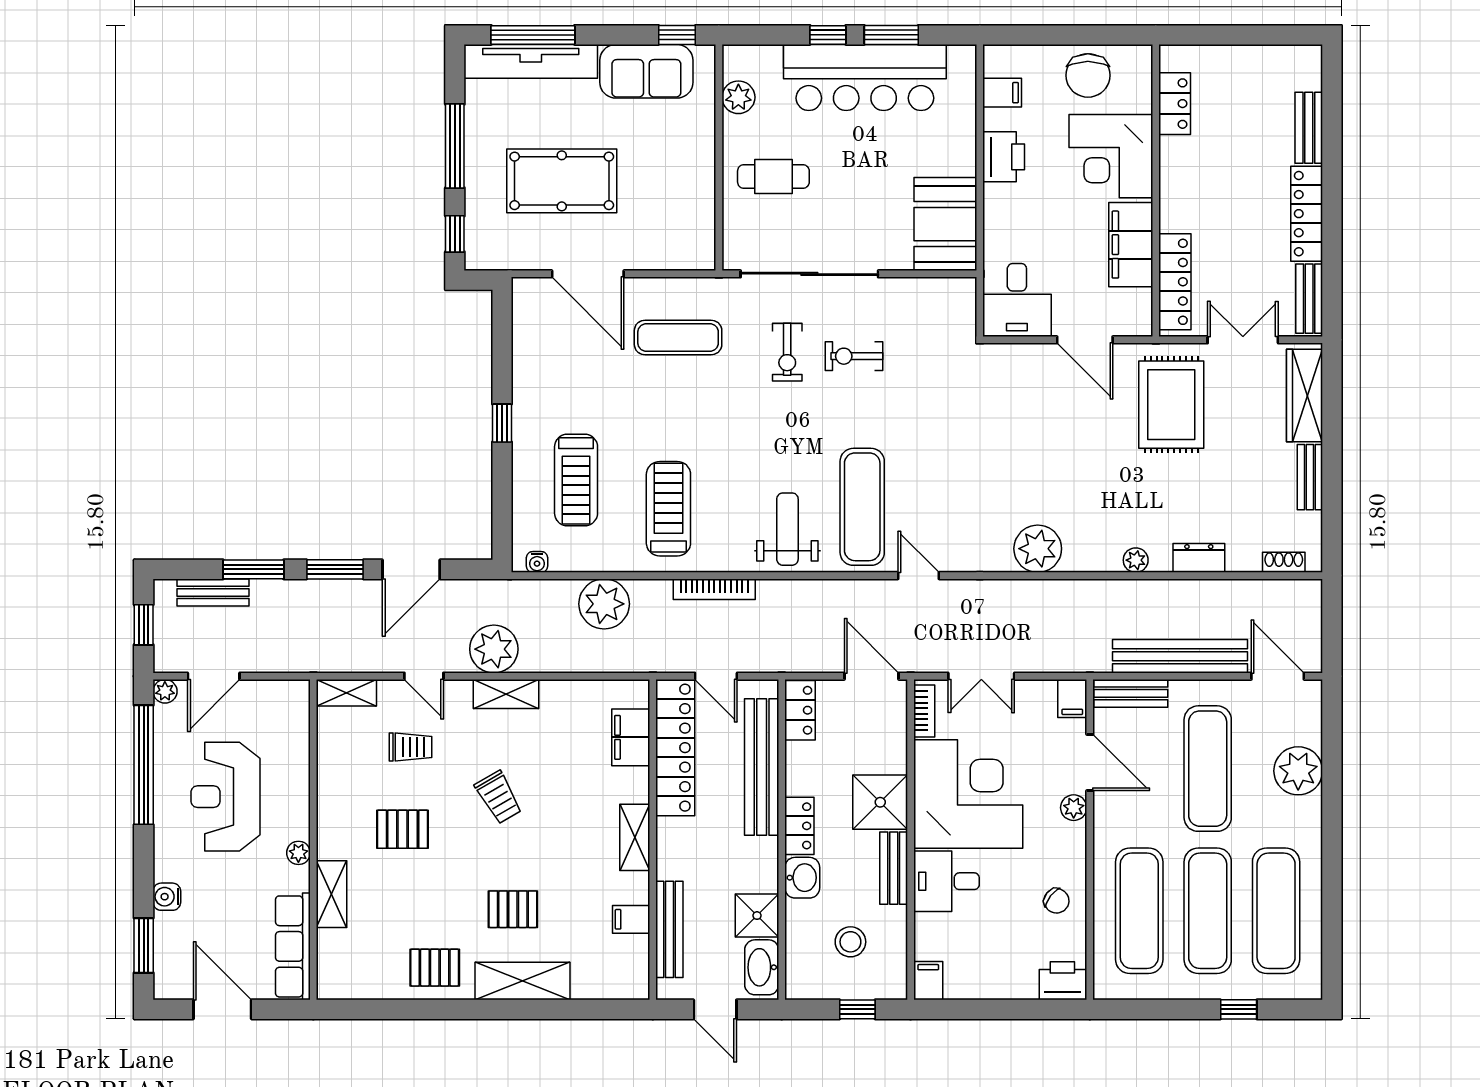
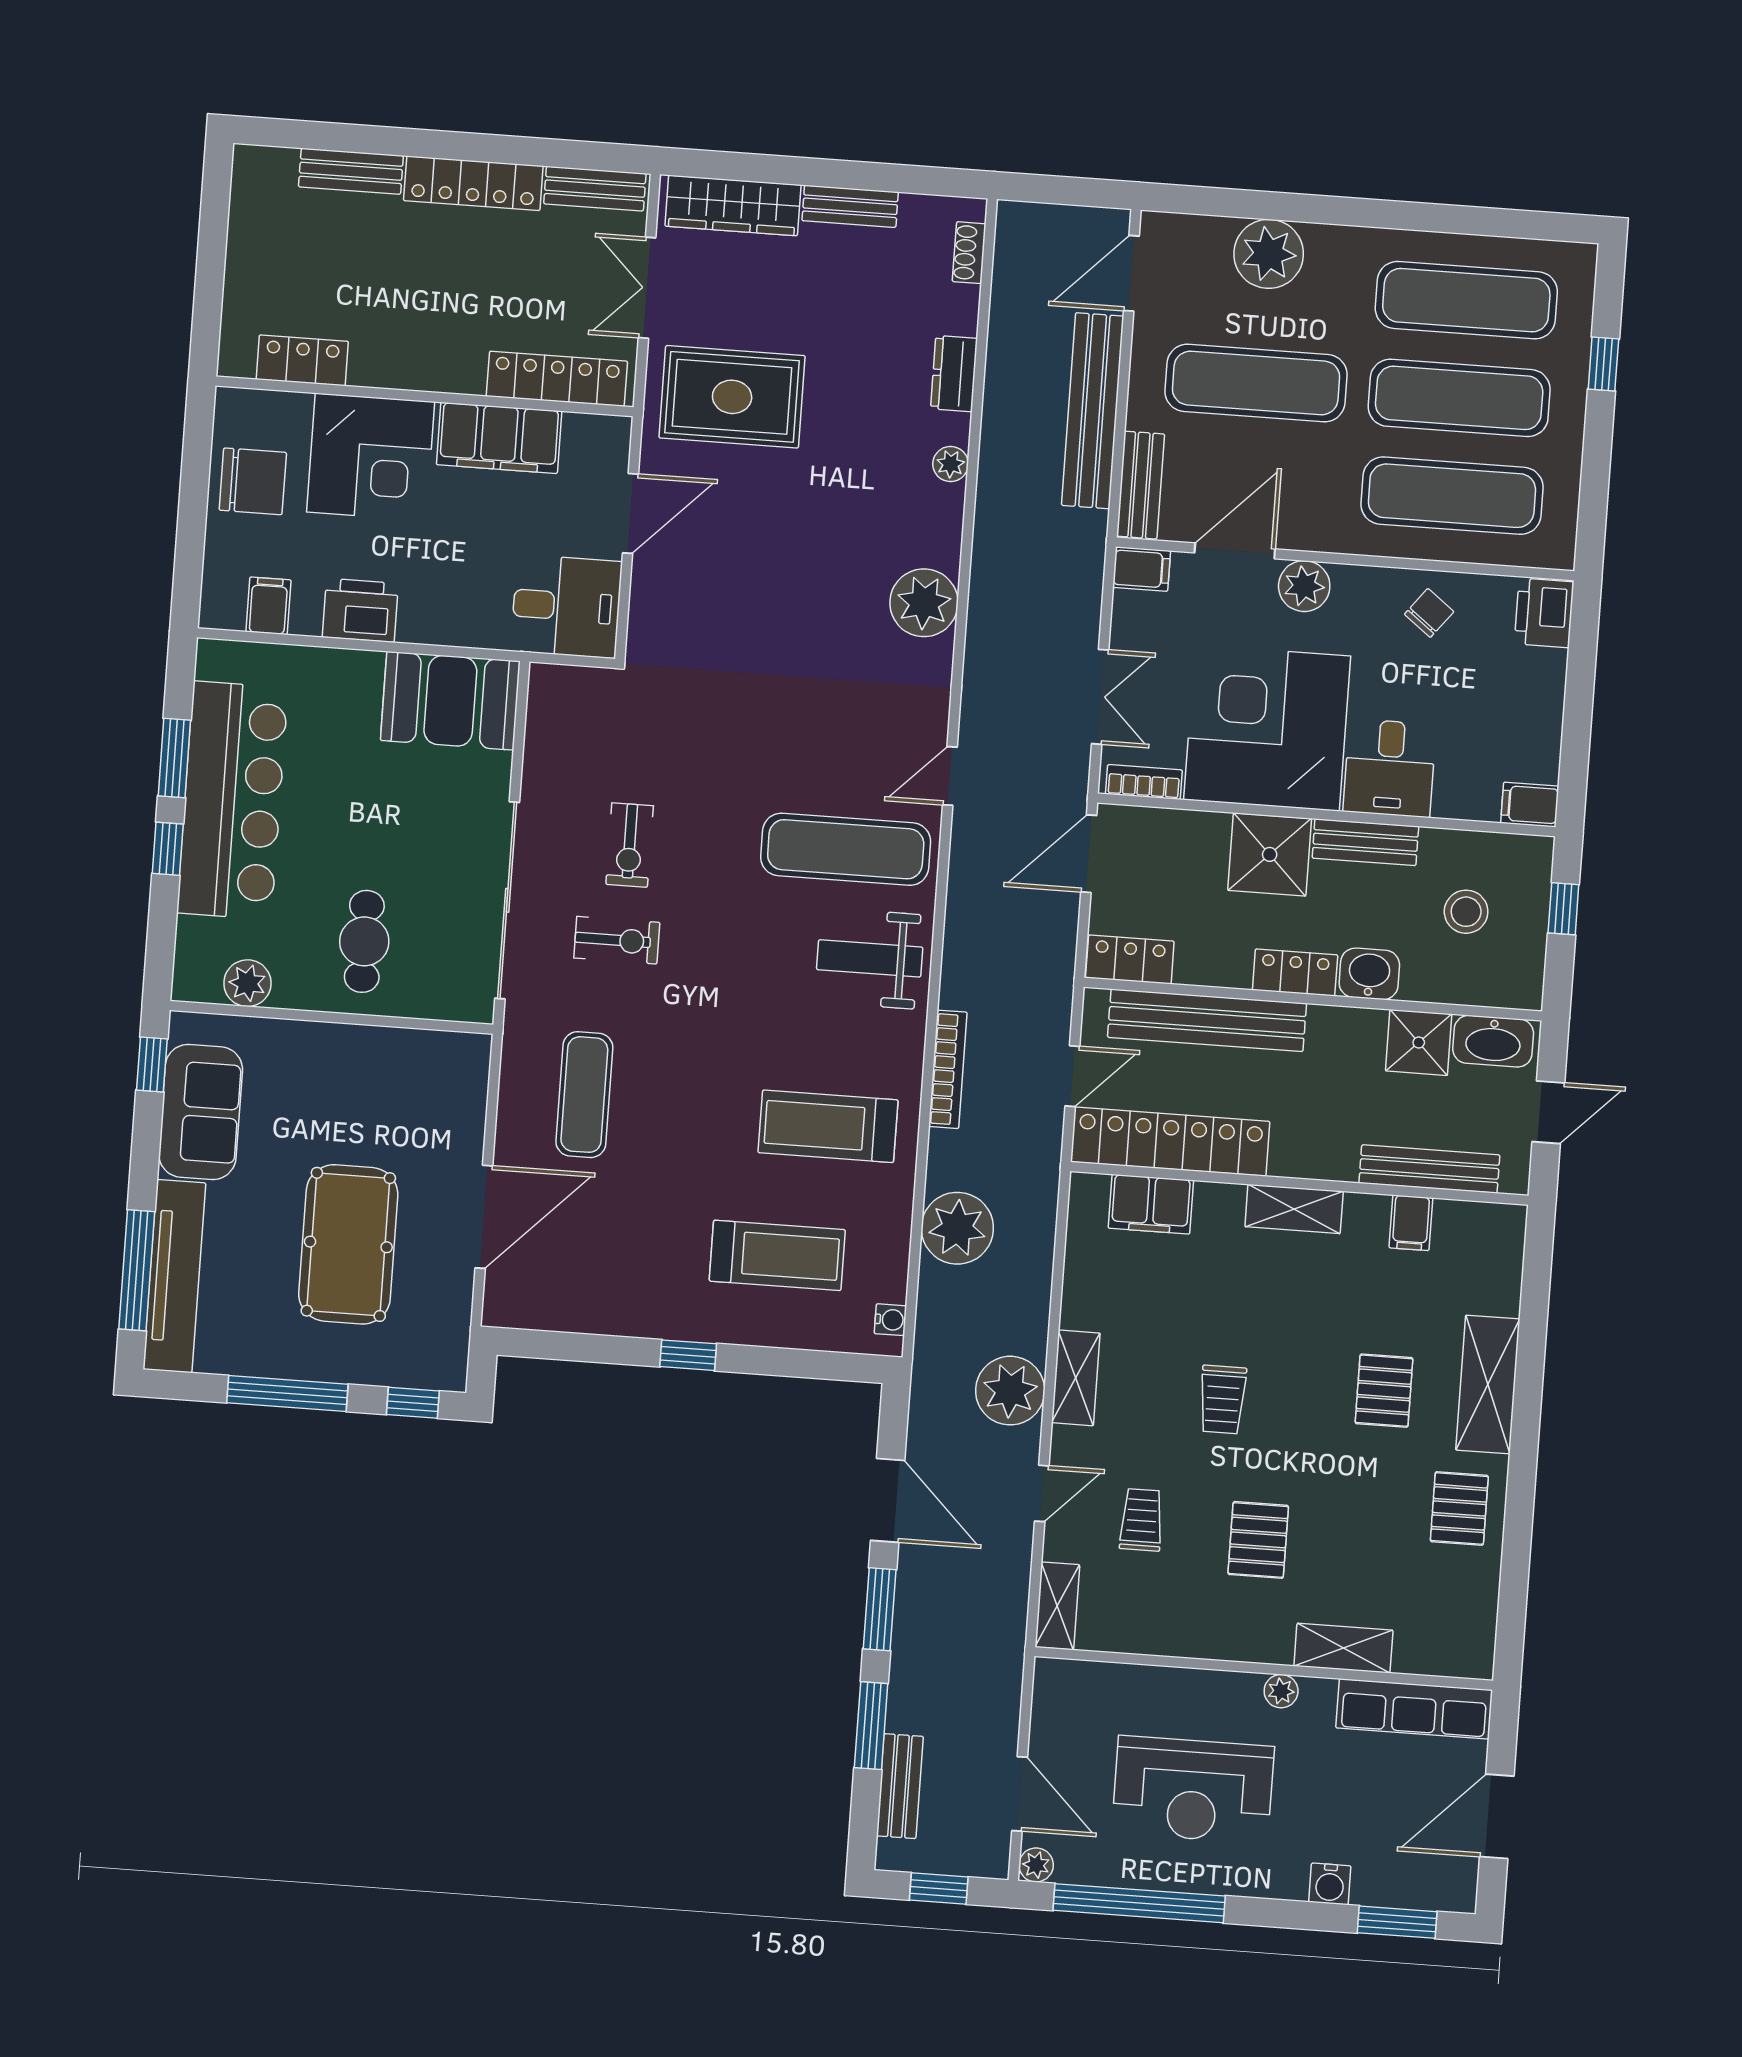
trolley: (498, 797) -> (1222, 1400), turned 120
plant: (1074, 808) -> (1304, 586), width x1.38, depth x1.38

